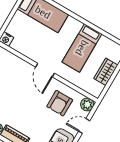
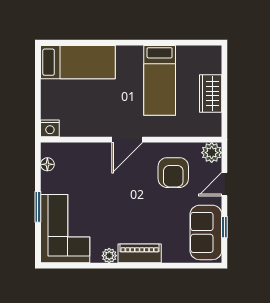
door: (45, 70) -> (127, 140), hinge flipped

